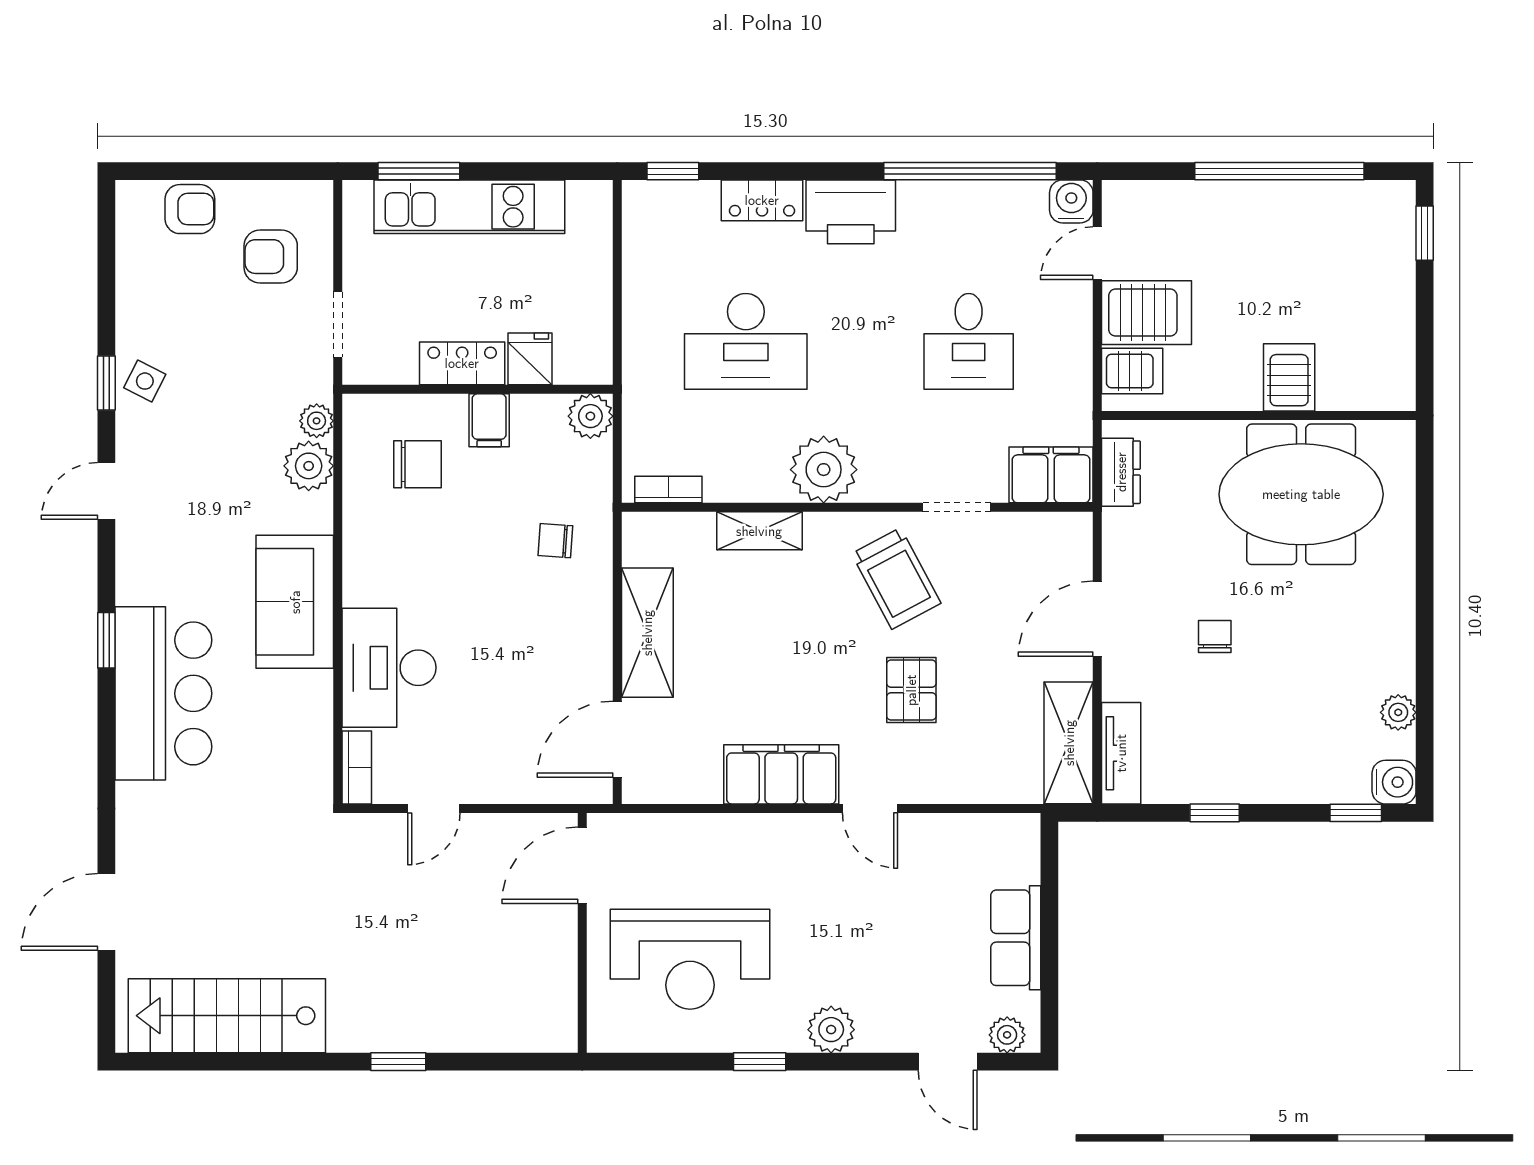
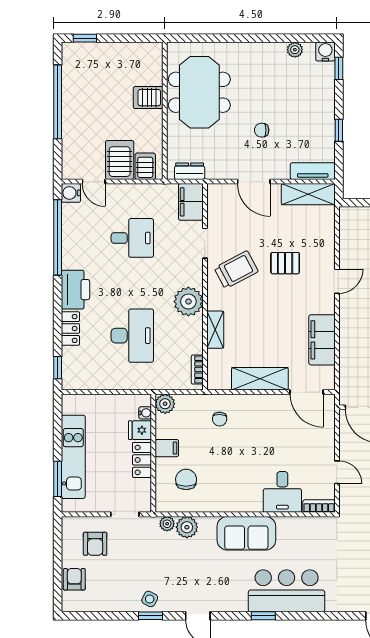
water cooler: (569, 371) -> (145, 413), added
desk: (389, 668) -> (282, 492), width x0.73
filing cabinet: (781, 774) -> (322, 340), moved

